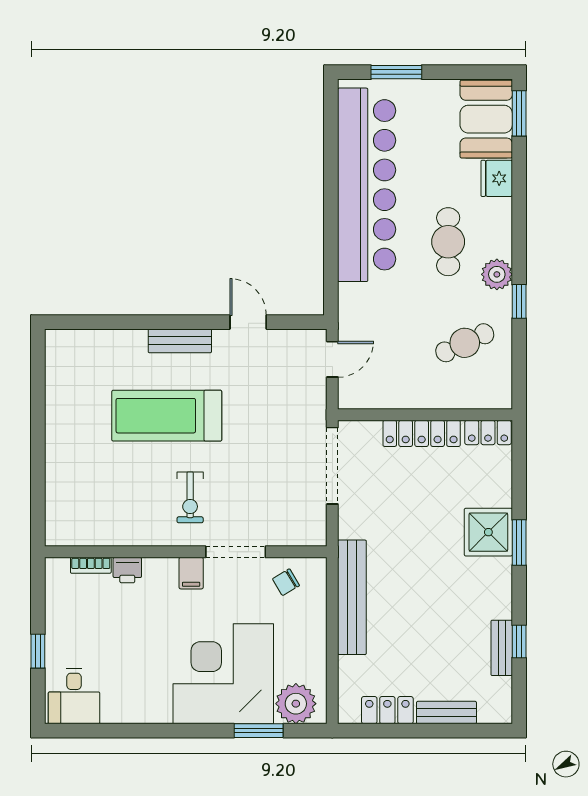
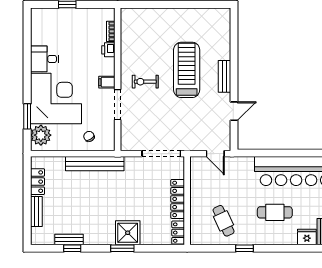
plant: (497, 274) -> (258, 237), removed
chair: (286, 582) -> (89, 136), moved
desk: (74, 696) -> (45, 59), moved

